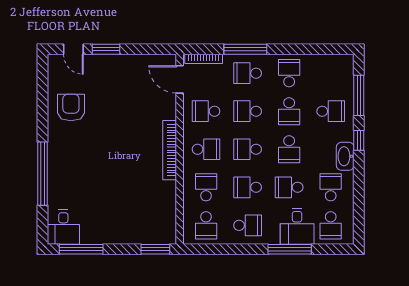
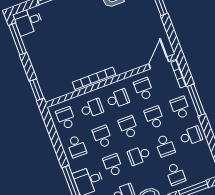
school desk: (289, 111) -> (165, 146), turned -90
school desk: (206, 149) -> (118, 99), turned -90
bookcase: (170, 150) -> (94, 79), moved
school desk: (206, 225) -> (66, 118), turned 90

